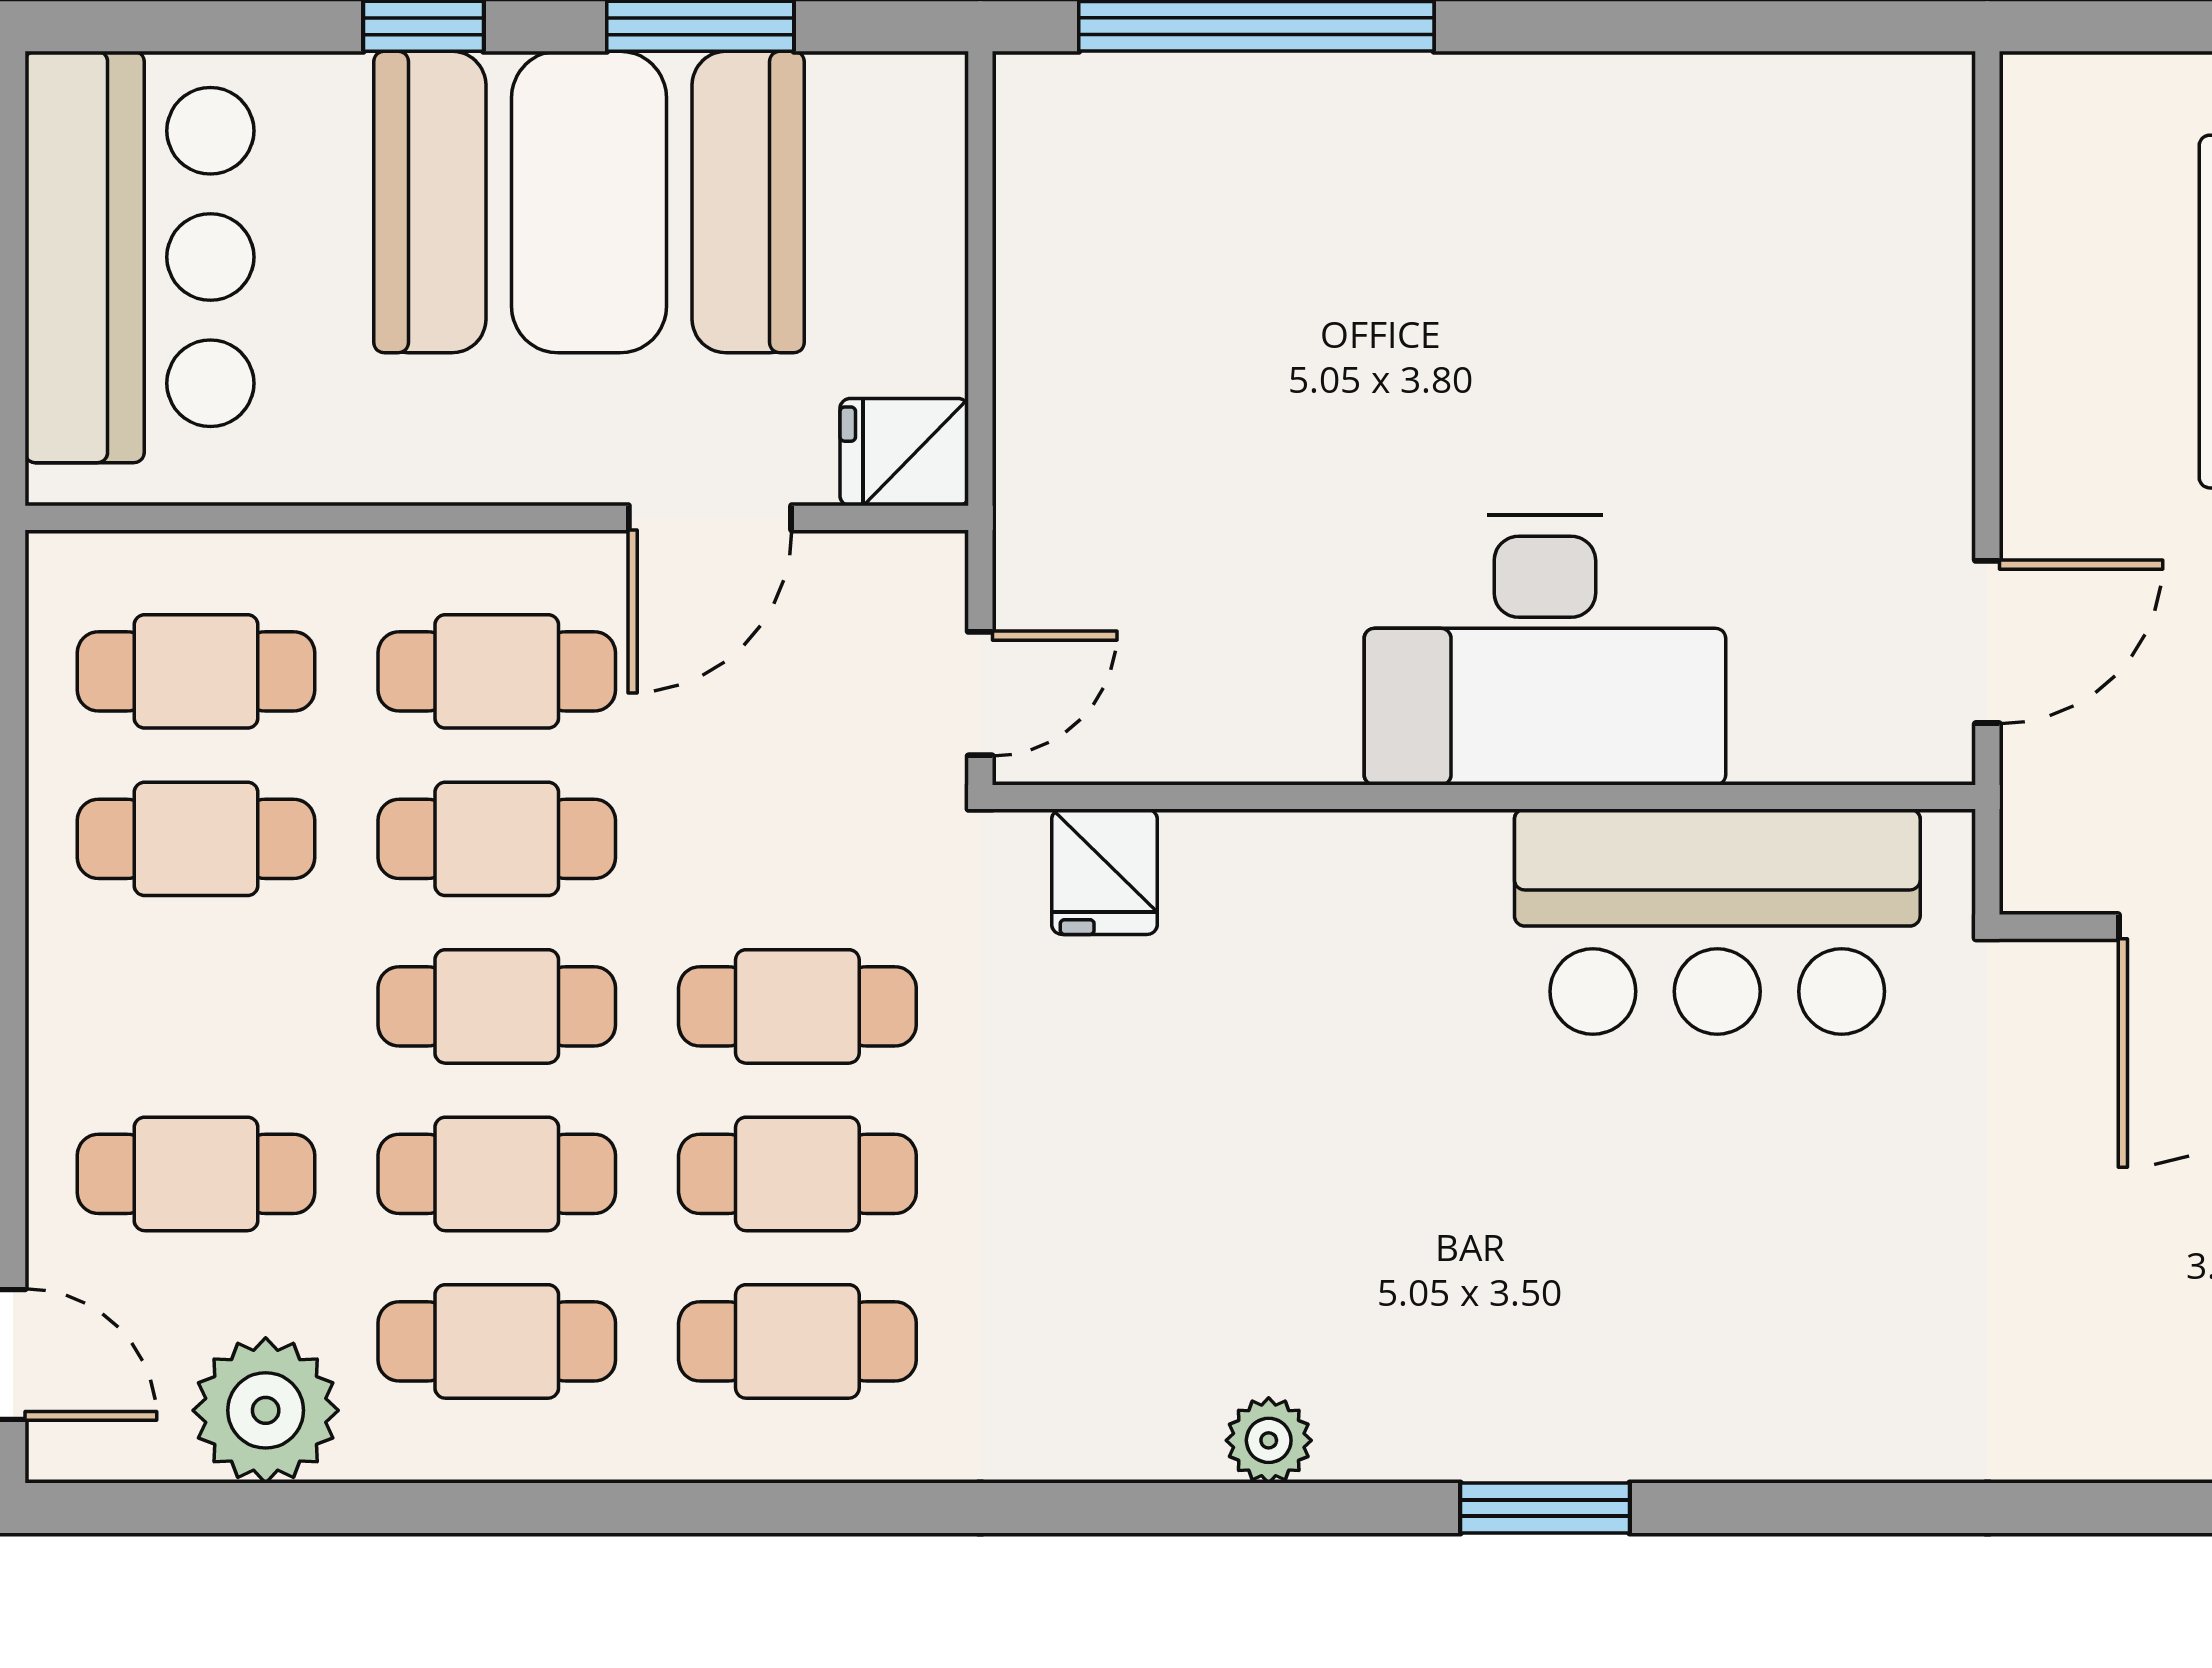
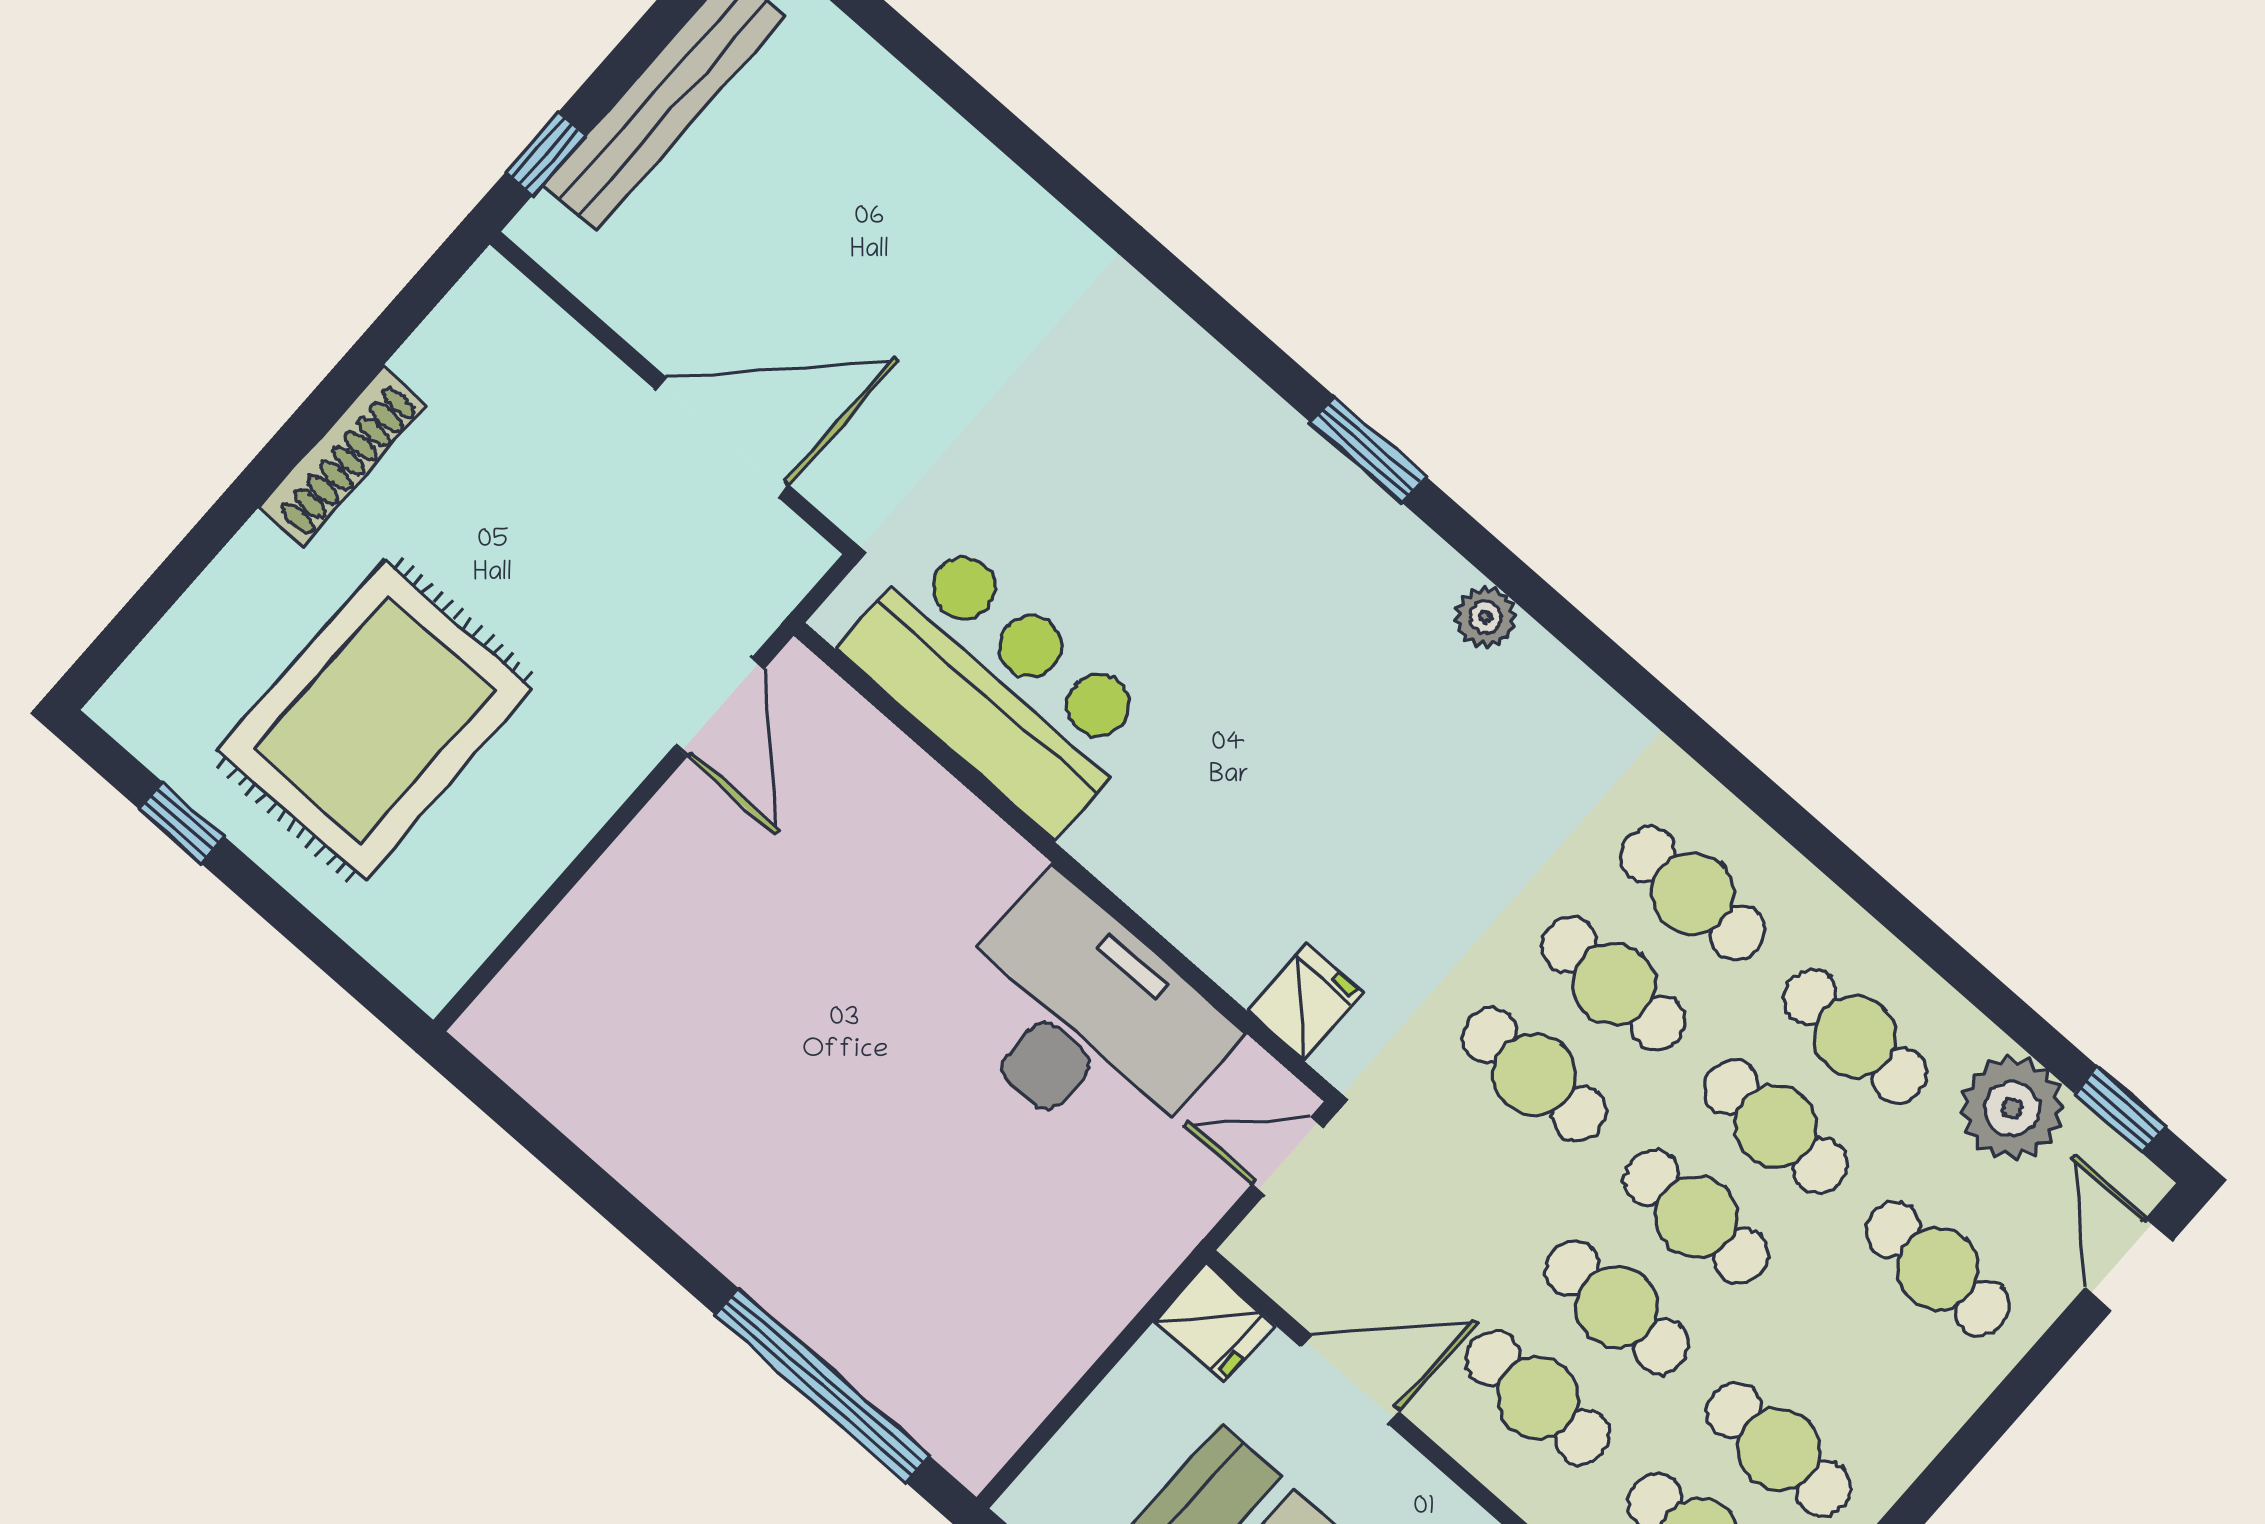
door: (1987, 642) -> (720, 707), swing flipped
desk: (1545, 650) -> (1085, 1021), moved
window: (151, 1508) -> (2120, 1110), added

